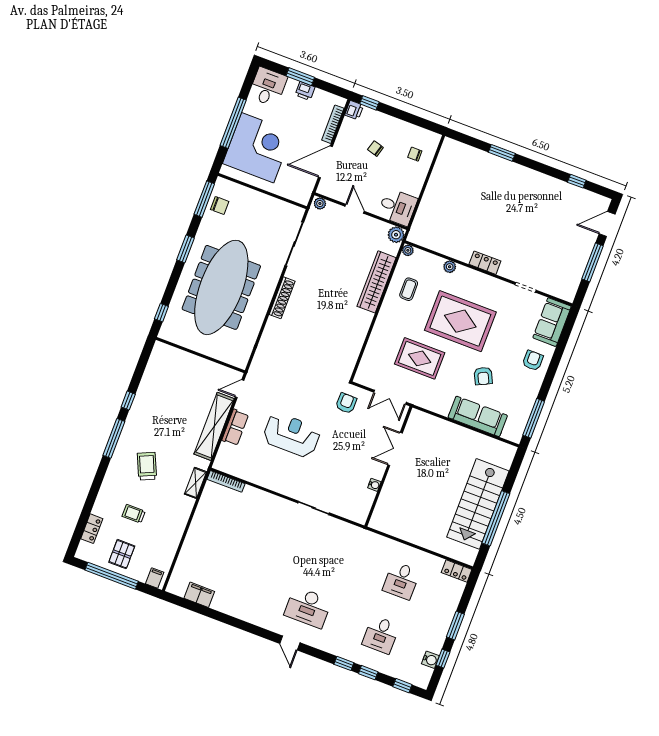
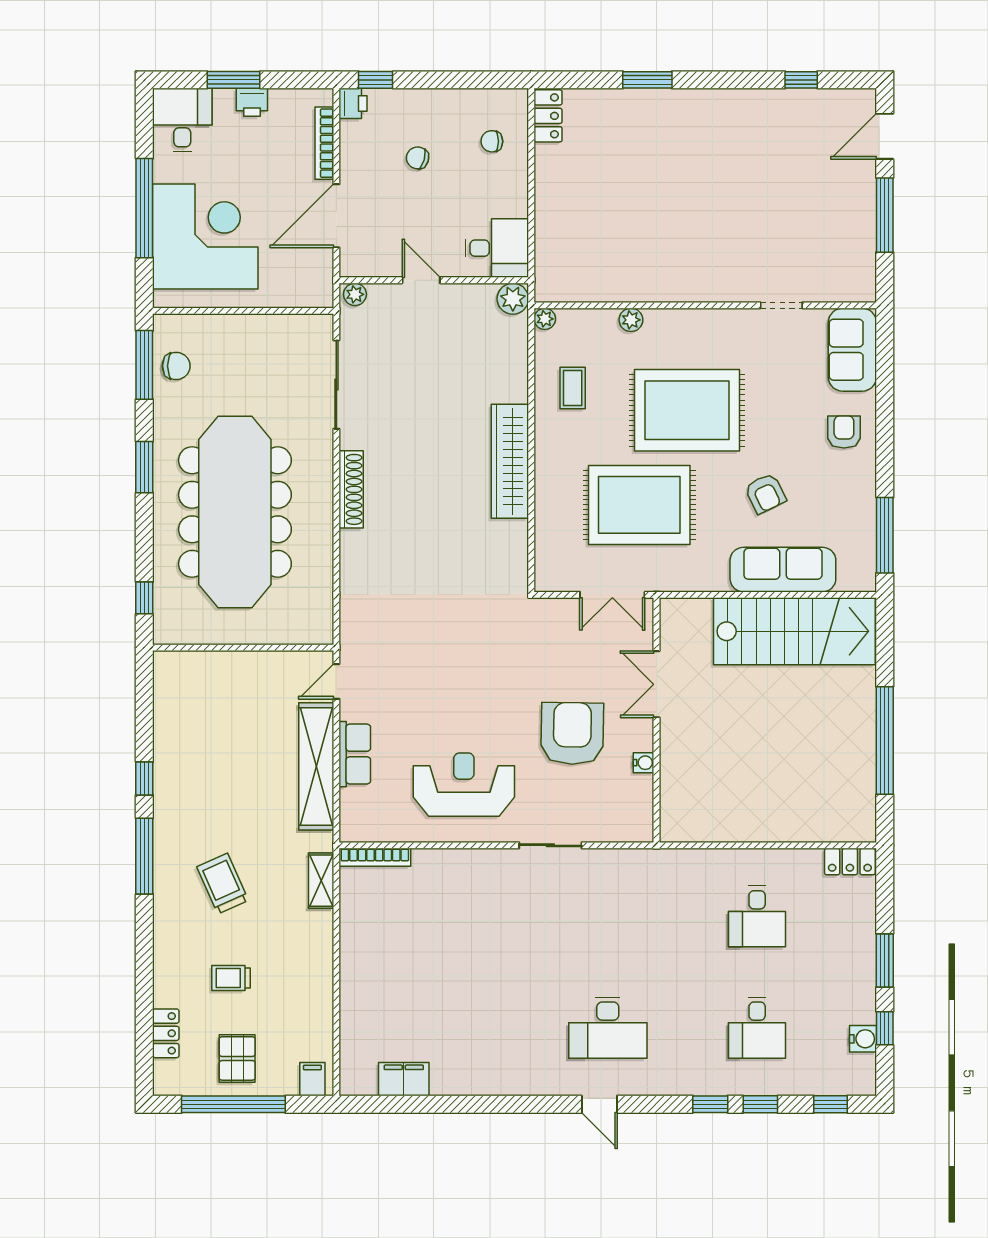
locker: (485, 263) -> (548, 116), moved, turned 90
wardrobe: (377, 282) -> (510, 461), moved
rug: (420, 358) -> (639, 505), width x1.37, depth x1.44
armchair: (346, 403) -> (572, 733), moved, width x1.88, depth x1.88
reception desk: (292, 435) -> (464, 785), moved
stairs: (478, 504) -> (794, 631), moved, turned -90

